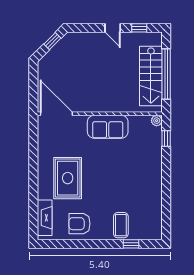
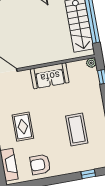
rug: (68, 178) -> (23, 127), width x0.73, depth x0.70
coffee table: (121, 225) -> (77, 129), moved, width x1.36, depth x1.32

